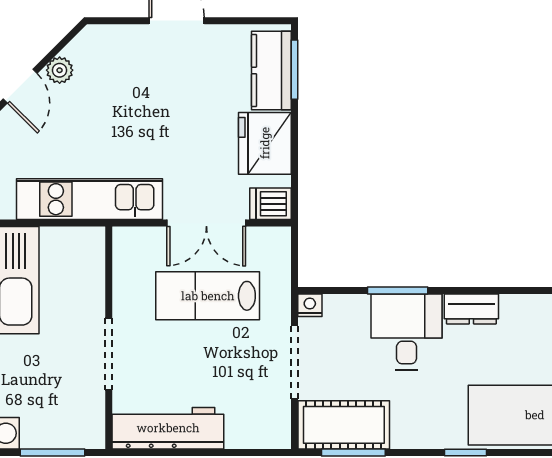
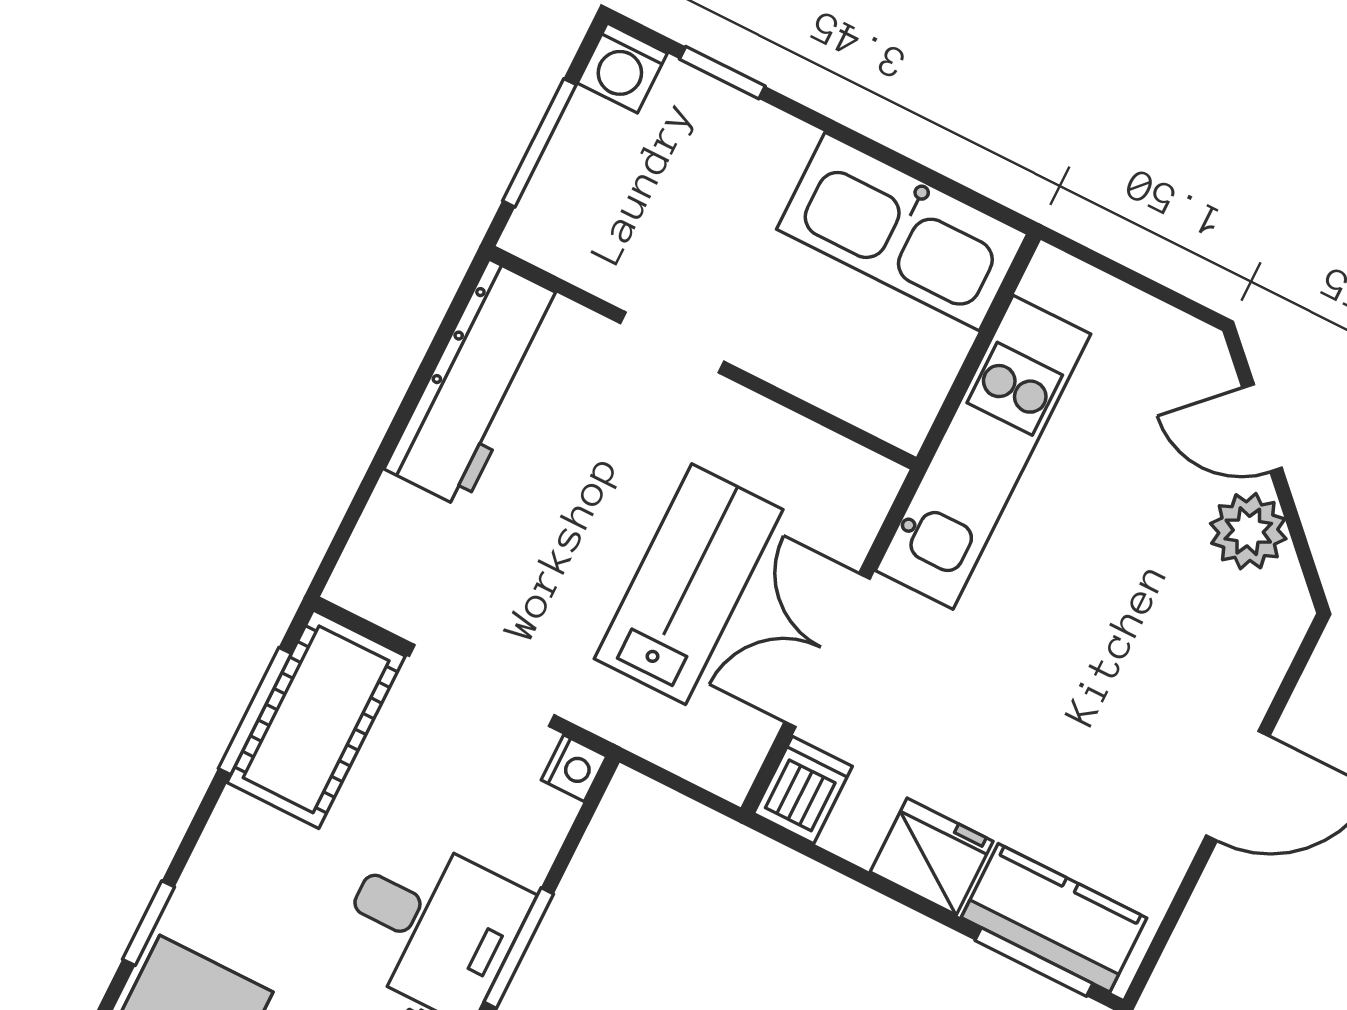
plant: (60, 70) -> (1248, 531), width x1.38, depth x1.38
fridge: (265, 143) -> (932, 857), width x0.73, depth x0.75
doorway: (109, 354) -> (672, 342), width x0.73

